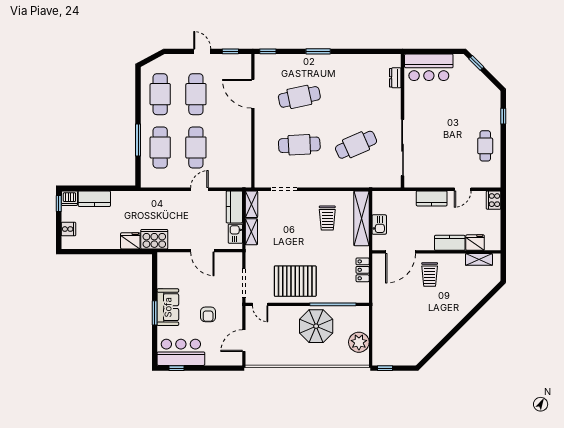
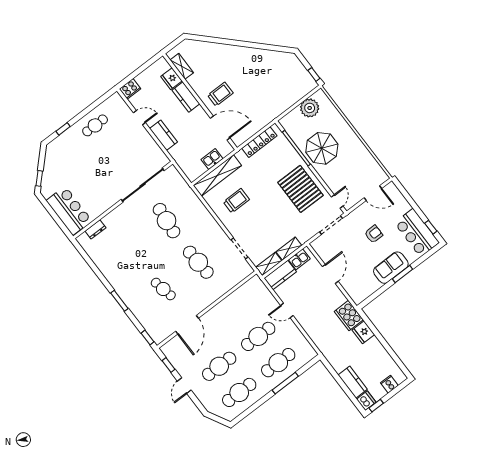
cafe table: (299, 97) -> (163, 289), width x0.73, depth x0.74
cafe table: (356, 145) -> (167, 221), turned 30
locker: (363, 270) -> (259, 142), width x1.53

